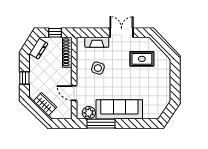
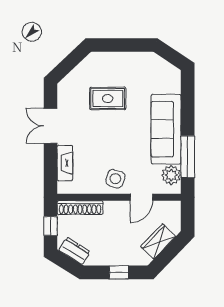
rug: (142, 59) -> (108, 98), moved, turned 90
side table: (98, 68) -> (115, 179), moved

